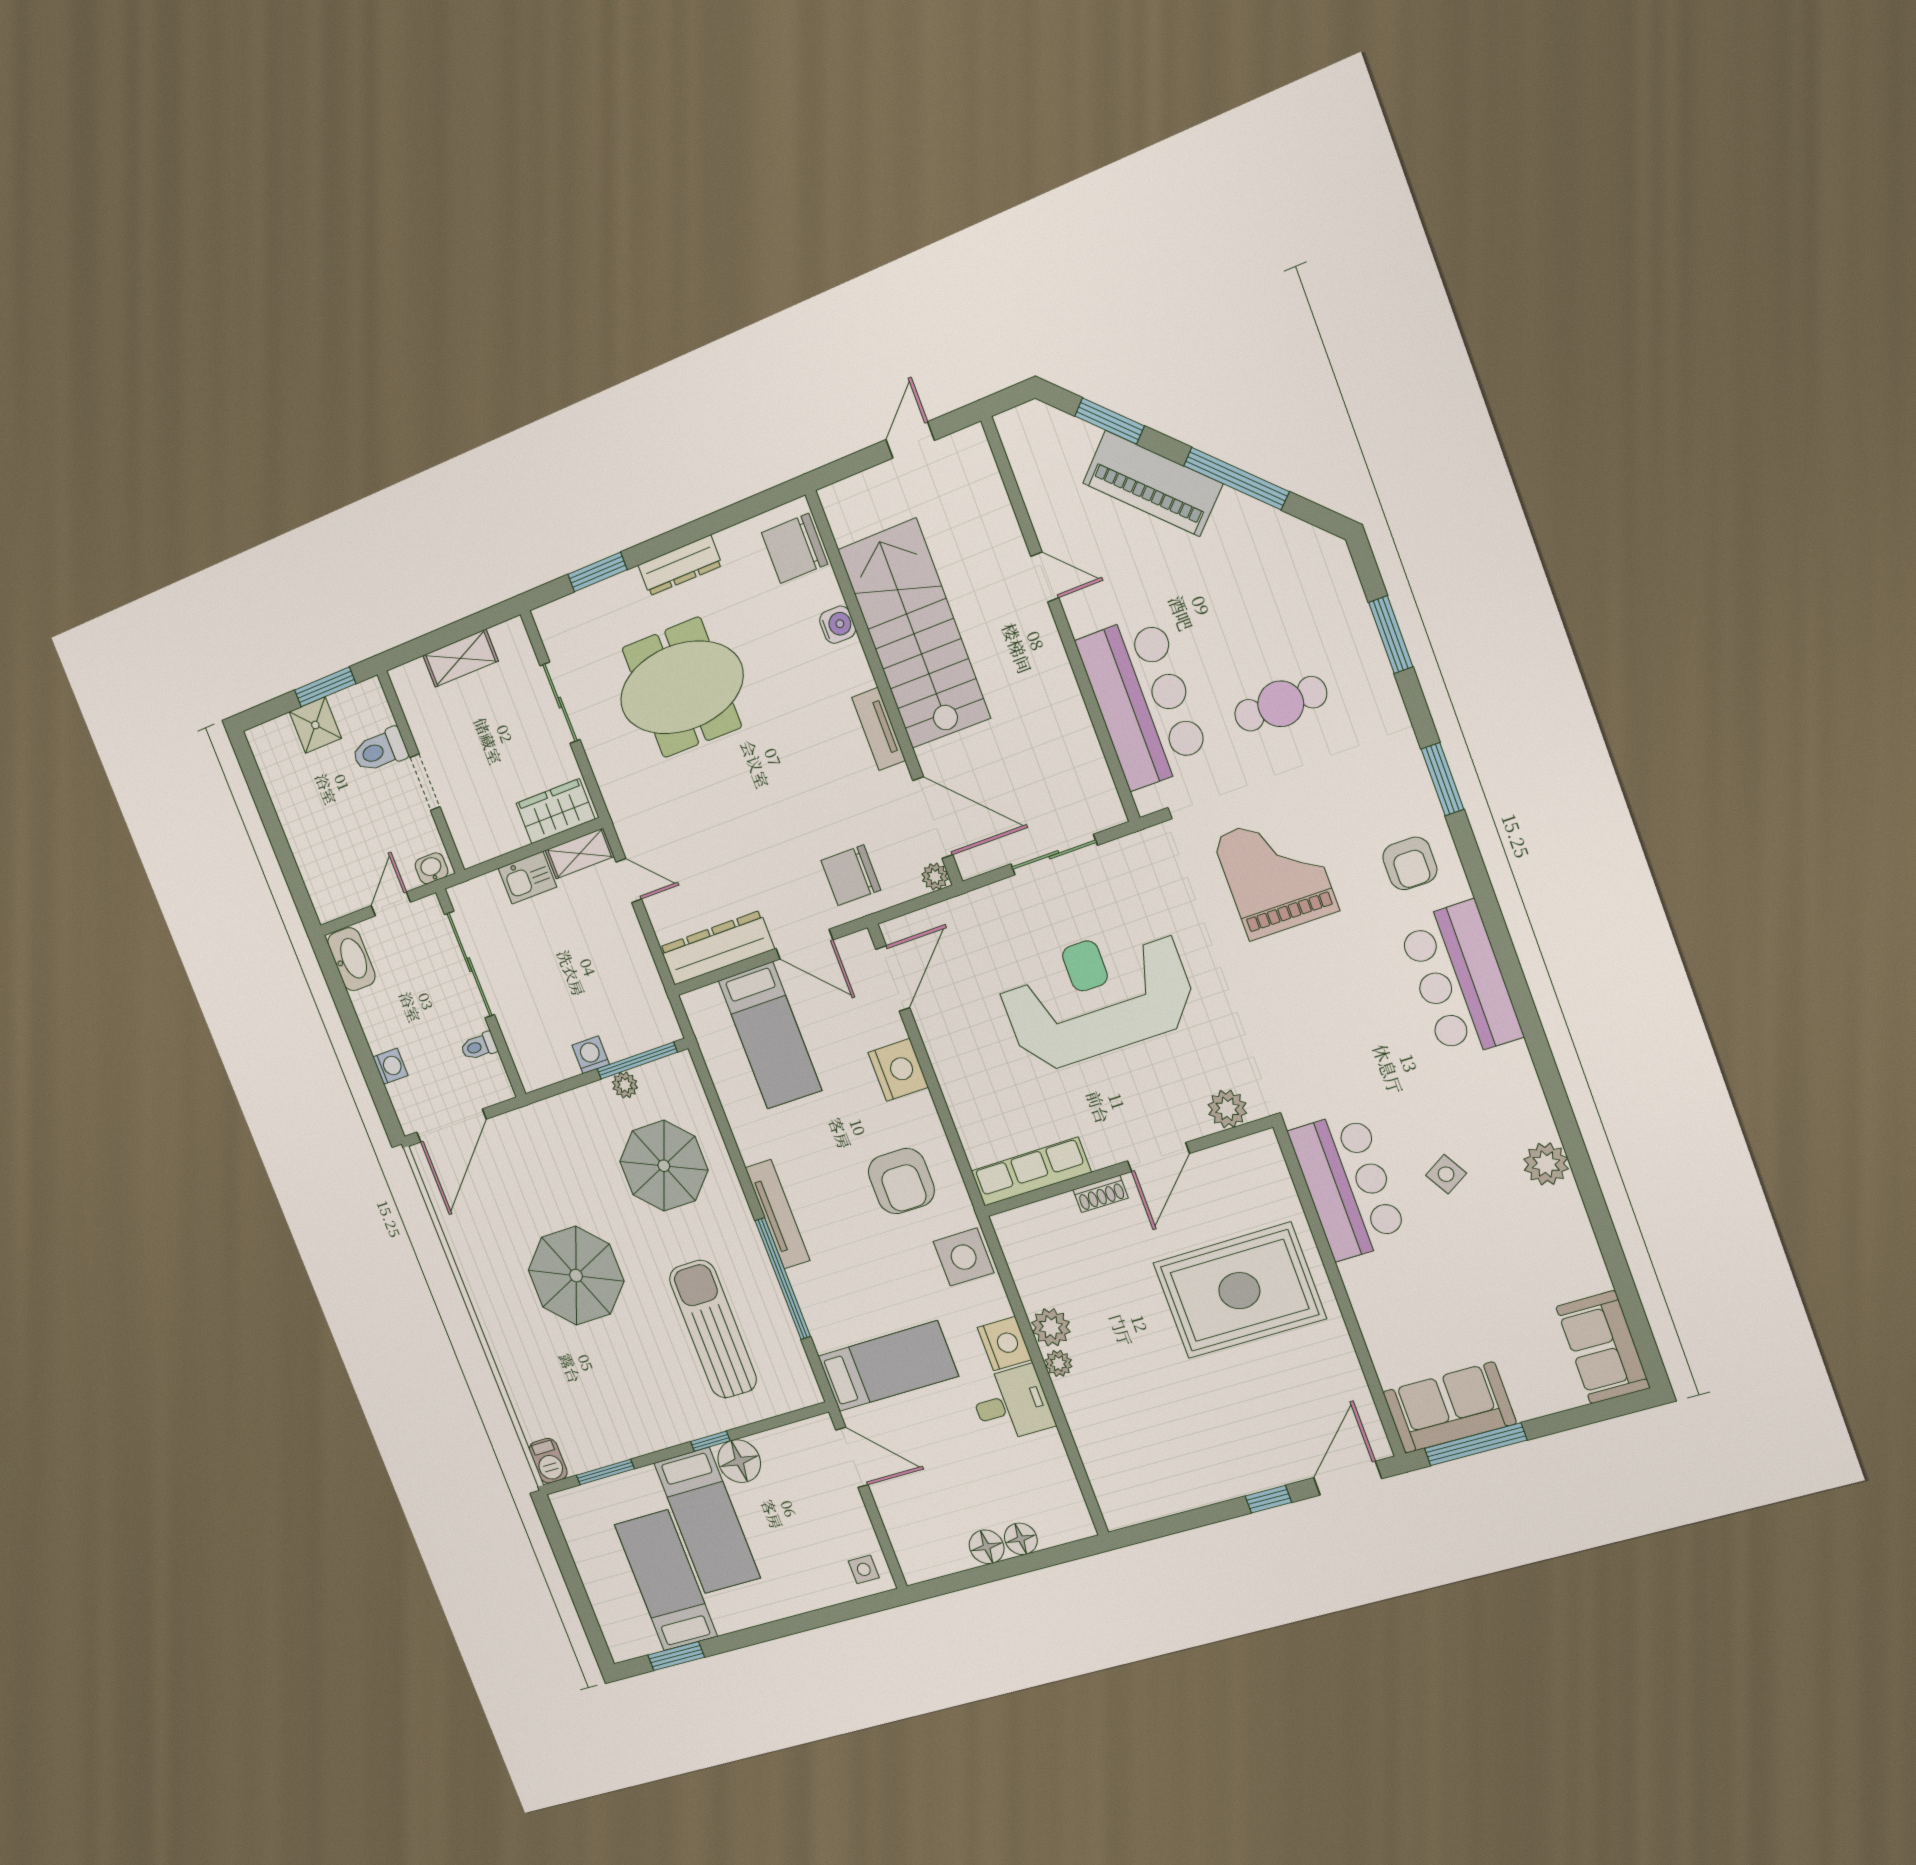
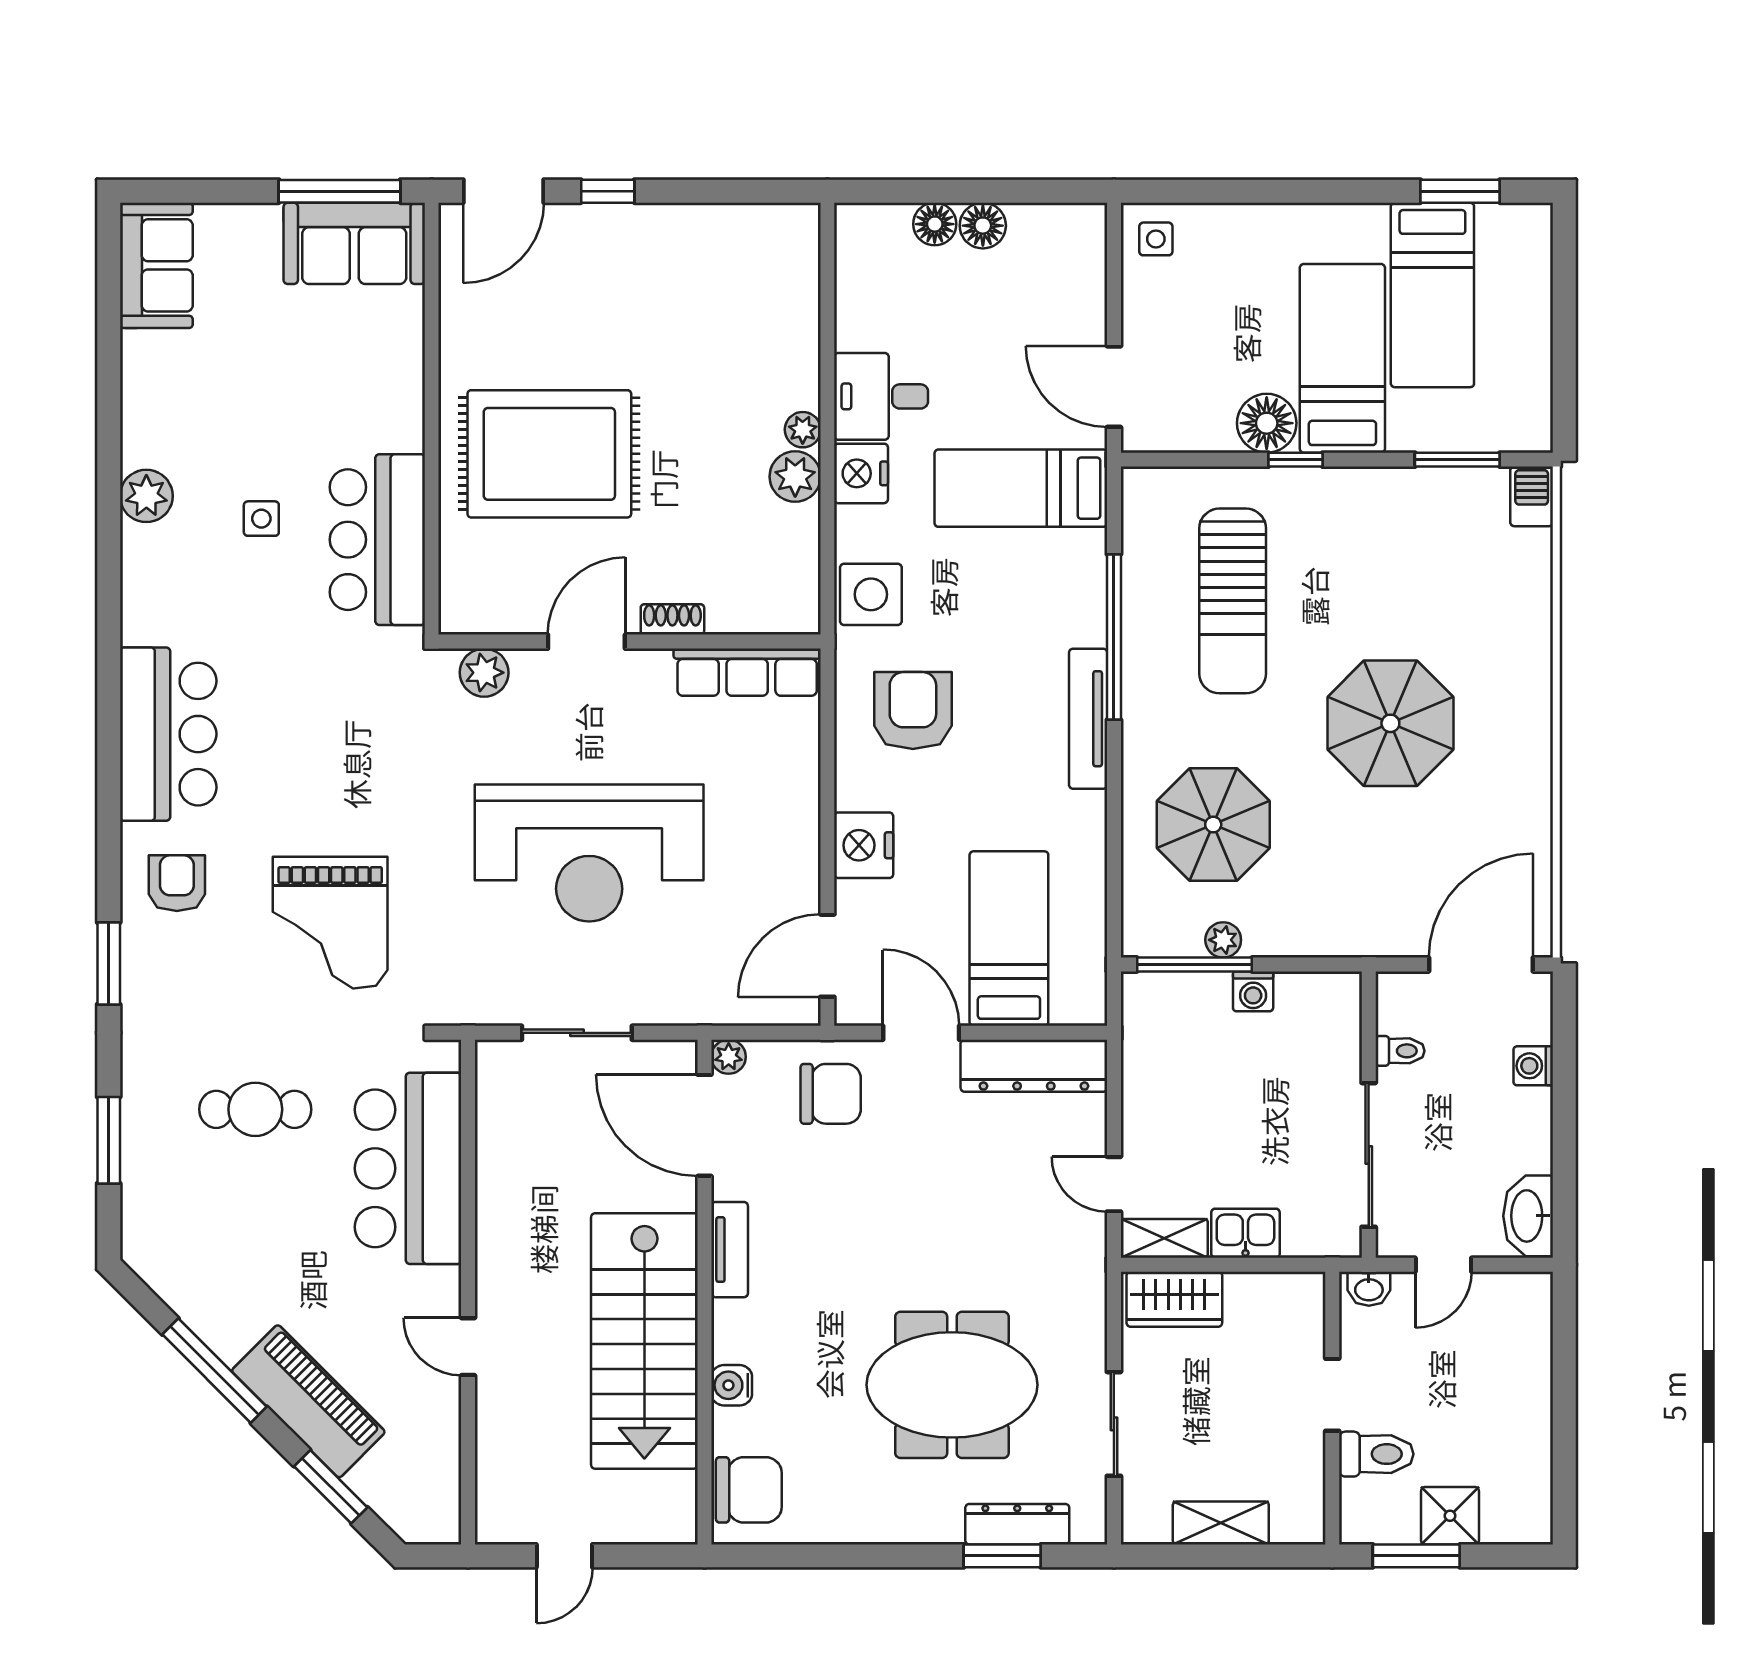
dresser: (680, 565) -> (1017, 1524), moved
side table: (1446, 1174) -> (261, 519), turned 31

